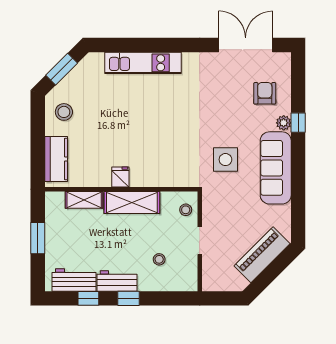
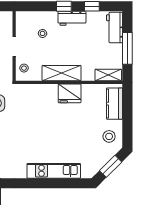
fridge: (120, 177) -> (70, 93), width x1.88, depth x1.34
shelving: (84, 200) -> (108, 75), moved
window: (38, 238) -> (127, 48), width x1.44
workbench: (74, 280) -> (115, 28), moved, turned 90

